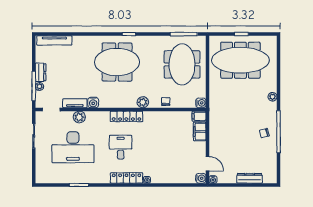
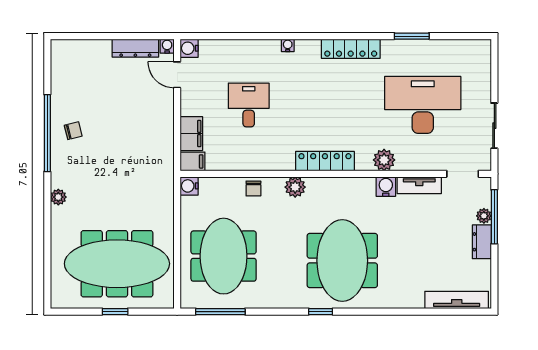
meeting table: (117, 62) -> (342, 261), turned 90
plant: (79, 117) -> (384, 160), moved
desk: (121, 147) -> (249, 105), moved, turned 180
locker: (127, 178) -> (351, 49), moved
dresser: (250, 178) -> (135, 48), moved

